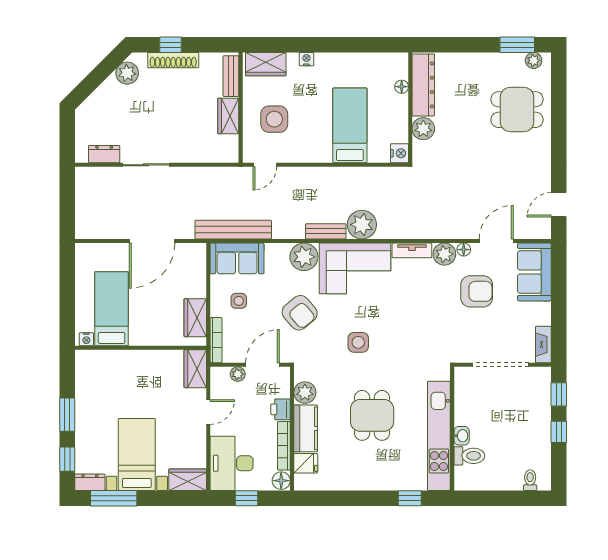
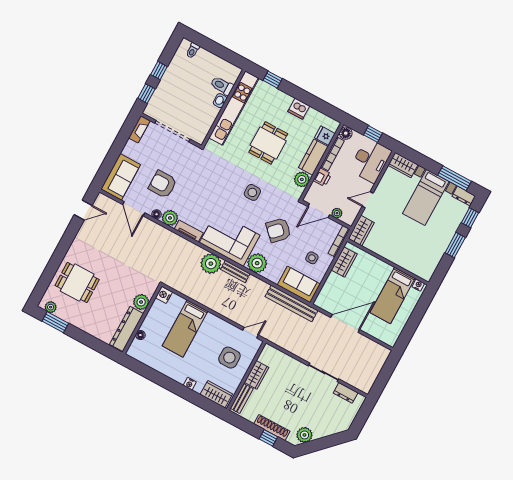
door: (496, 241) -> (134, 209), hinge flipped
armchair: (300, 313) -> (278, 230), turned -95
dishwasher: (357, 479) -> (299, 109), added

